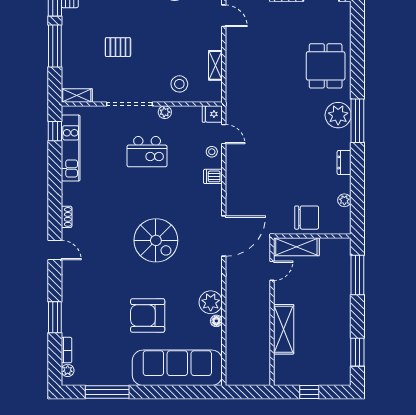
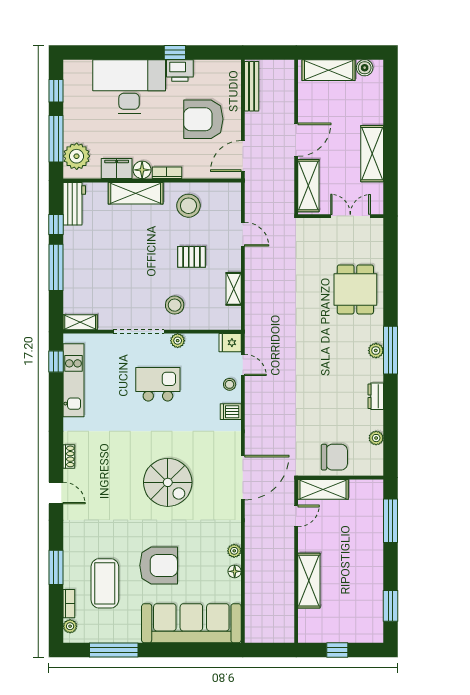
pallet: (118, 47) -> (192, 257), moved
stool: (179, 84) -> (175, 305), moved
plant: (338, 115) -> (376, 351), width x0.53, depth x0.53
kitchen island: (147, 152) -> (158, 384), turned 180
plant: (211, 302) -> (234, 551), width x0.53, depth x0.53
armchair: (148, 316) -> (159, 565), turned 180
coffee table: (99, 332) -> (105, 583), added

